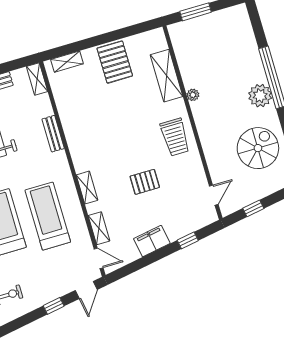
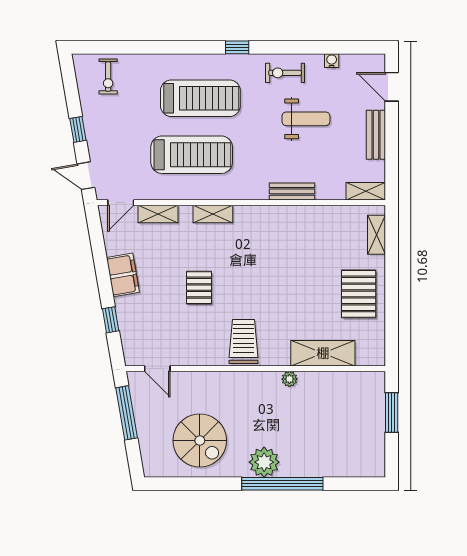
pallet: (115, 62) -> (359, 294), turned 90
trolley: (175, 137) -> (243, 342), turned 90
window: (253, 208) -> (127, 413), width x2.17

